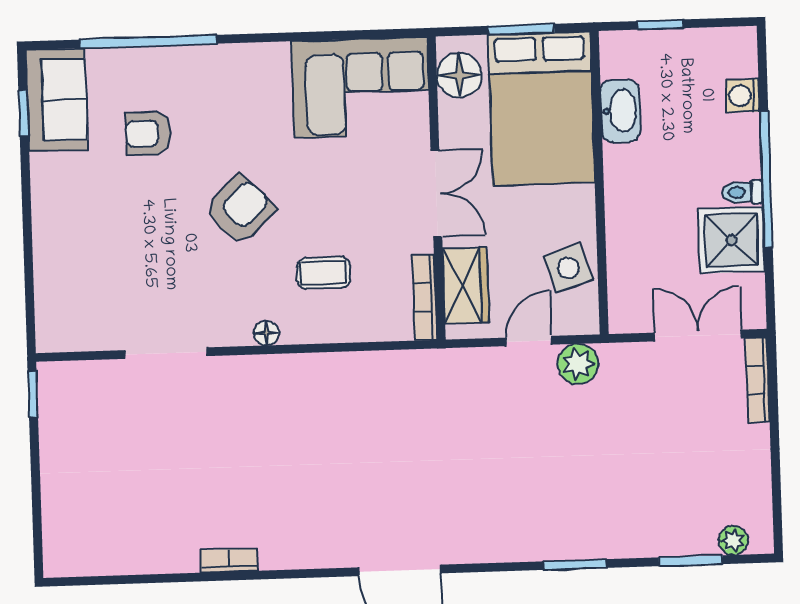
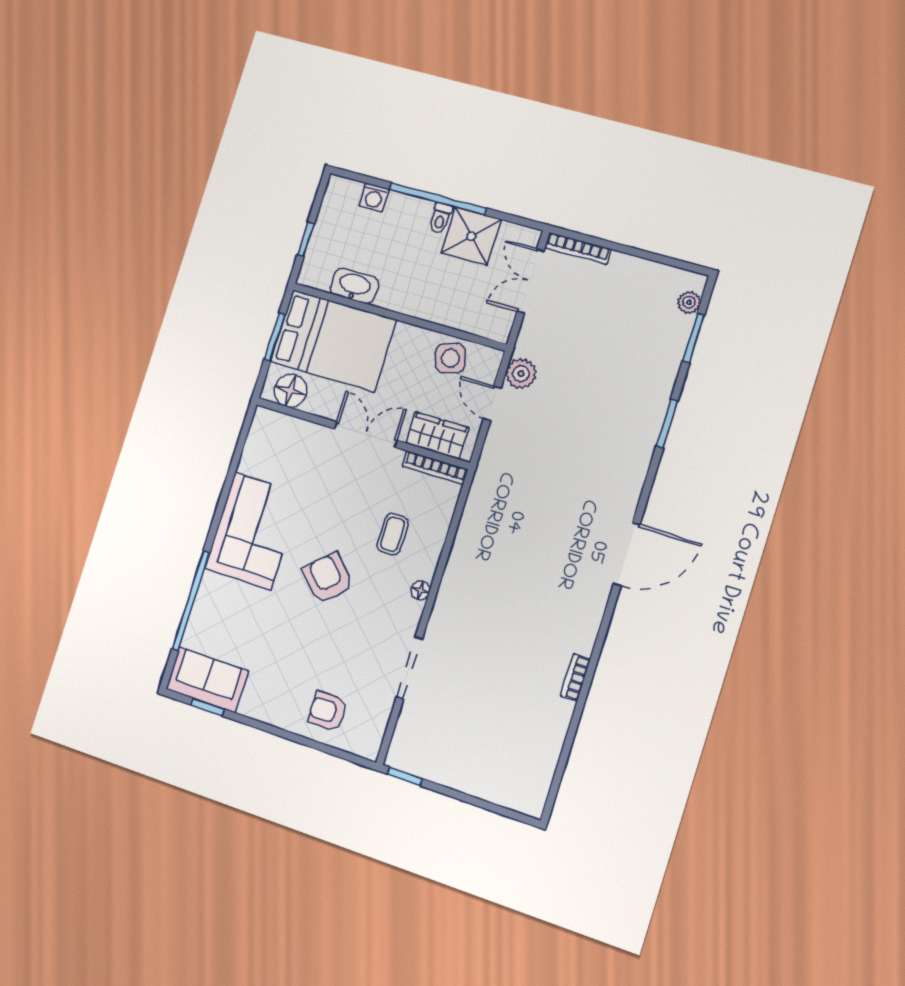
corner sofa: (361, 87) -> (253, 531), moved
armchair: (148, 134) -> (327, 711), moved, turned 90

